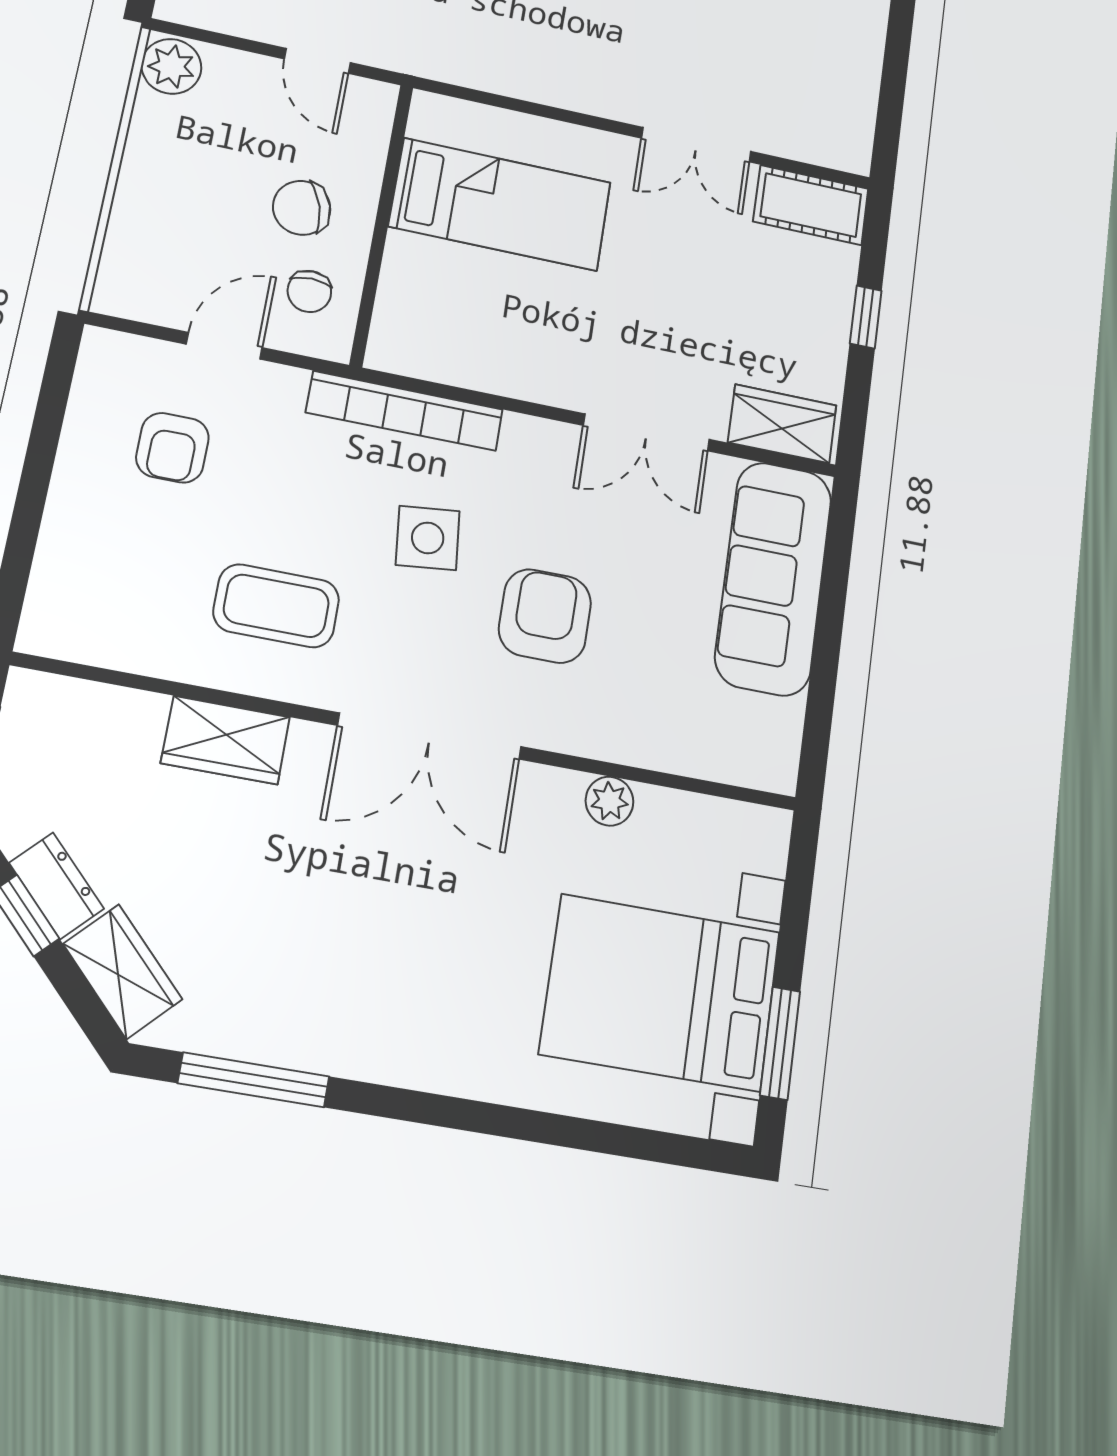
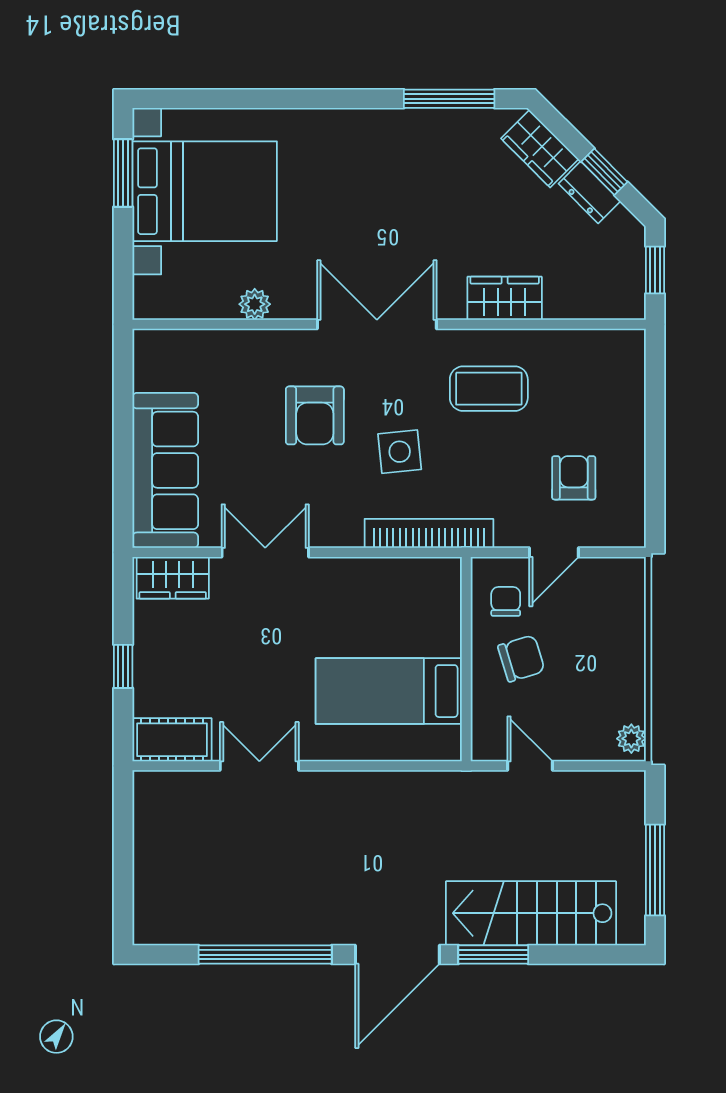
plant: (171, 66) -> (631, 739), width x0.73, depth x0.73

